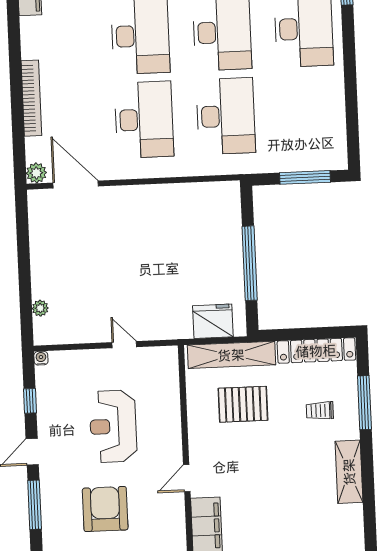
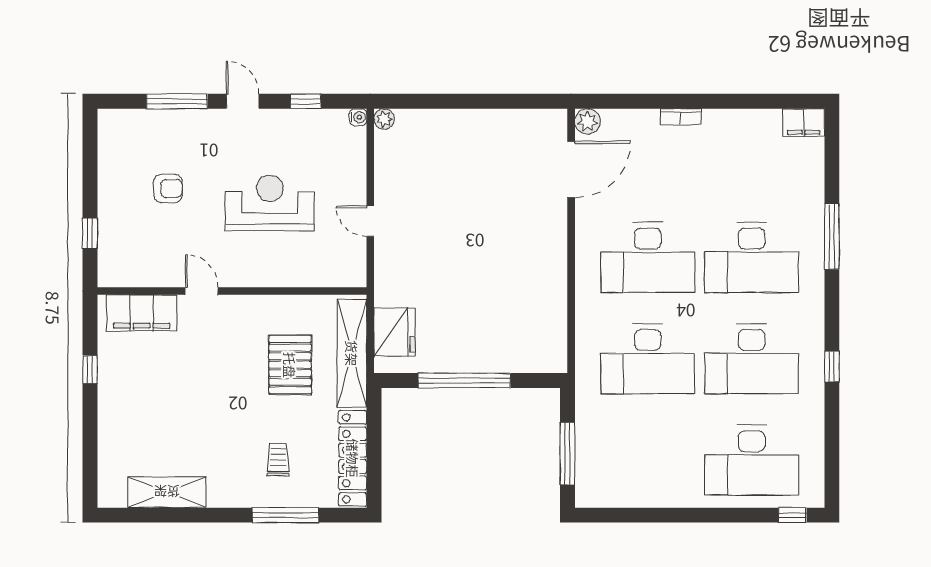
bookcase: (31, 98) -> (680, 117), width x0.43, depth x0.76
plant: (40, 308) -> (384, 119), moved
door: (124, 345) -> (370, 221), swing flipped
shelving: (349, 472) -> (167, 492), moved
armchair: (105, 509) -> (168, 188), width x0.53, depth x0.53

